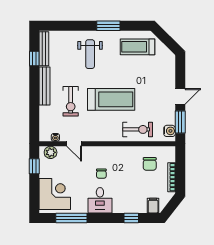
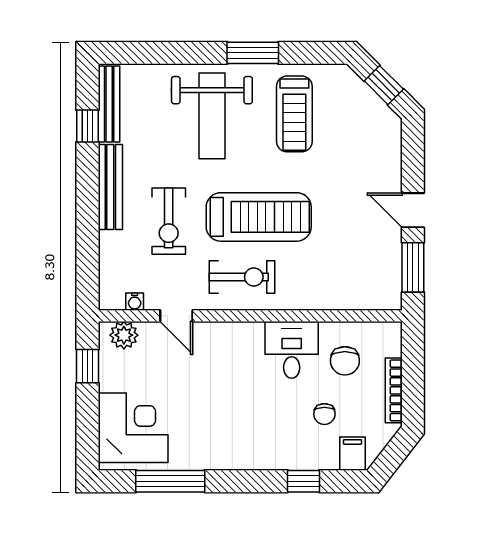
window: (167, 40) -> (384, 85), added
treadmill: (137, 47) -> (294, 114), moved, turned -90
weight bench: (90, 54) -> (212, 116), width x1.36, depth x1.33
door: (180, 96) -> (413, 210), swing flipped
exercise bike: (138, 129) -> (242, 277), moved
water cooler: (170, 131) -> (389, 287), removed
chair: (101, 174) -> (324, 414), moved
desk: (100, 200) -> (292, 350), moved, turned 180

